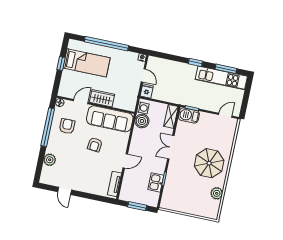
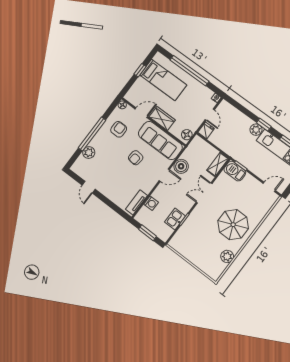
plant: (191, 70) -> (256, 130), added
floor lamp: (131, 103) -> (187, 135), added
washing machine: (143, 108) -> (151, 203), moved
boiler: (142, 121) -> (181, 166), moved
window: (48, 127) -> (92, 134), moved
door: (125, 161) -> (164, 175), moved

